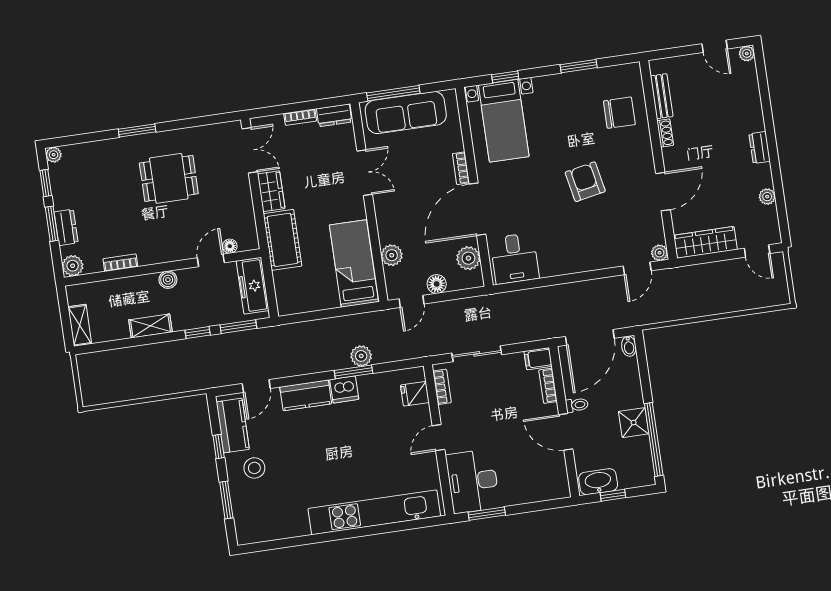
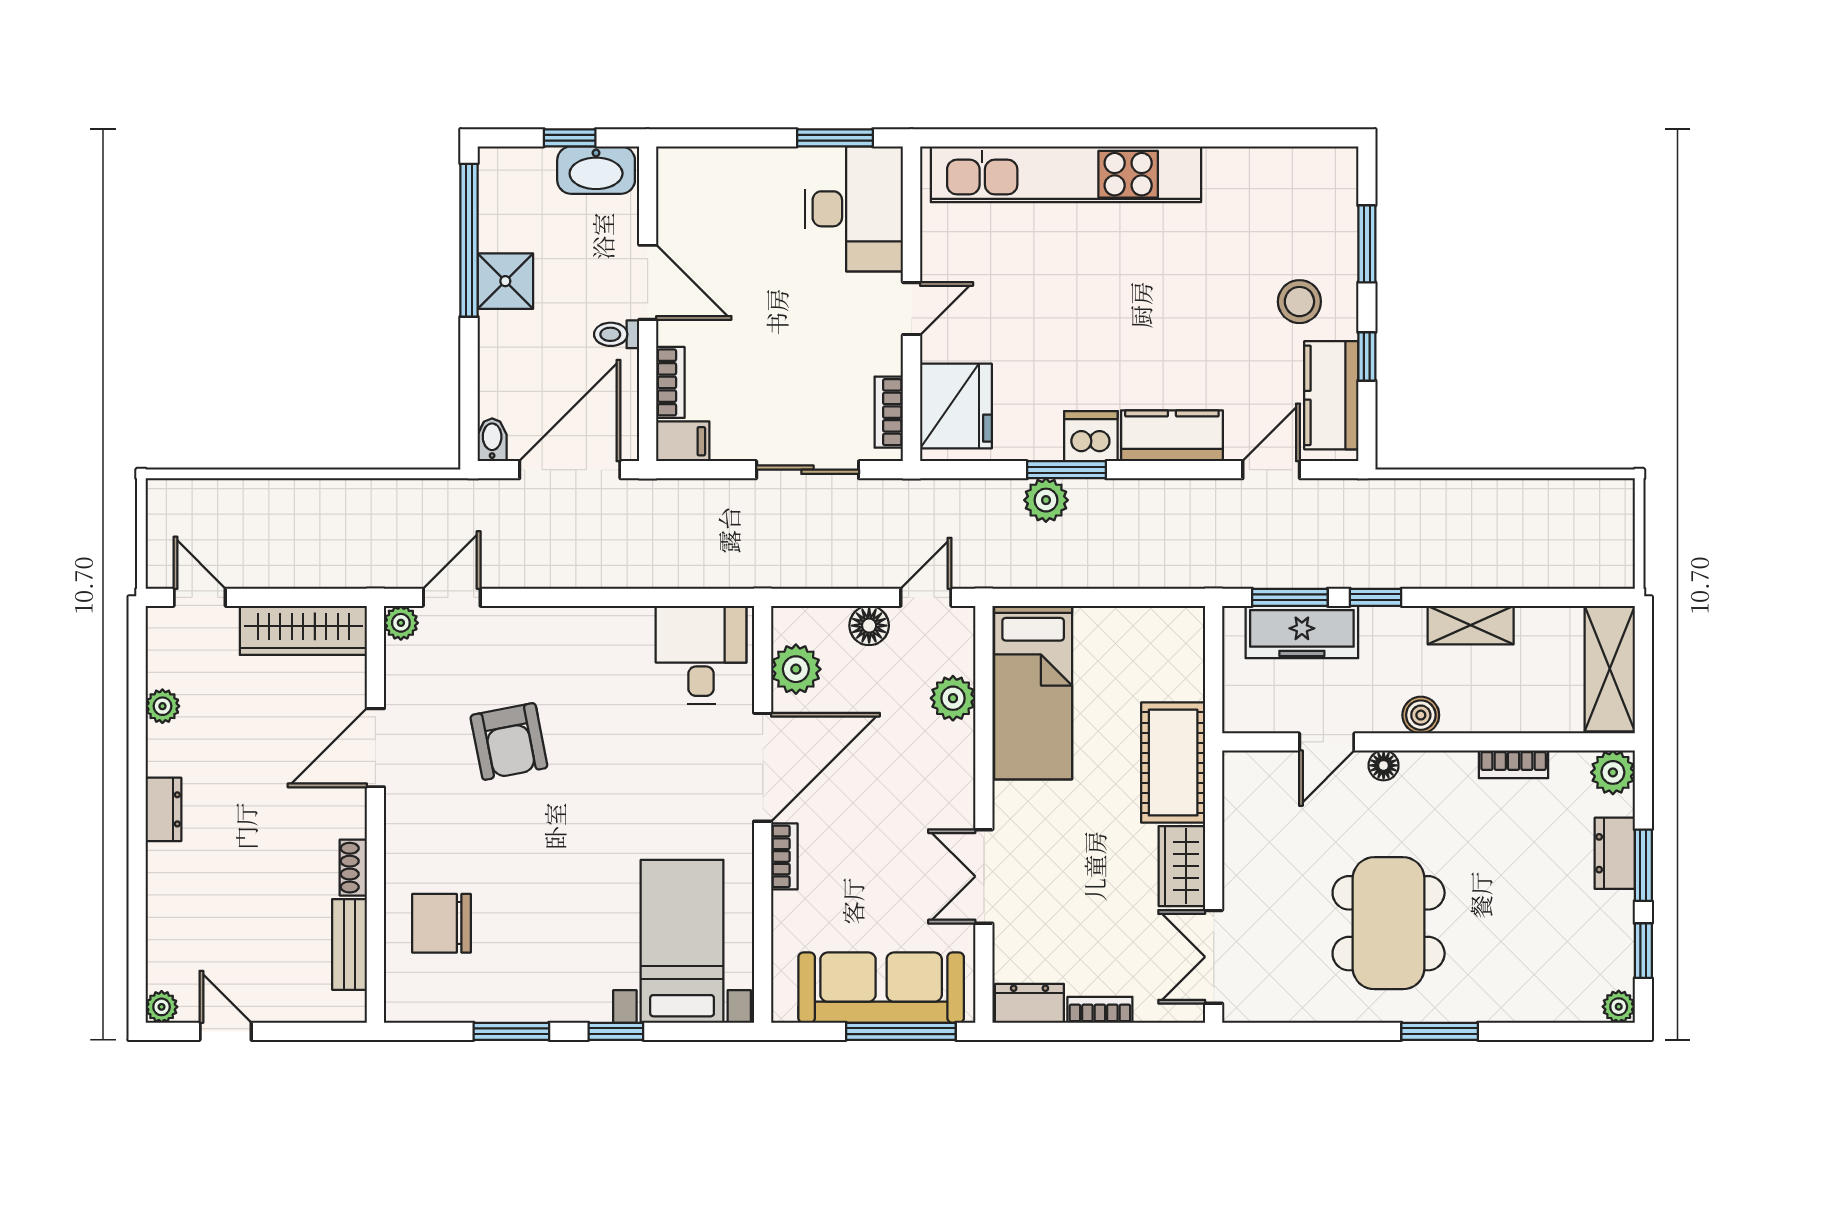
window: (505, 77) -> (616, 1031), moved
dining table: (169, 178) -> (1389, 923), width x1.38
armchair: (585, 182) -> (509, 741), moved
floor lamp: (230, 246) -> (1384, 765), moved
freezer: (253, 286) -> (1302, 632), moved, turned 90
shelving: (80, 325) -> (1610, 669), width x1.50, depth x1.33
fridge: (415, 394) -> (956, 406), width x1.88, depth x1.34

